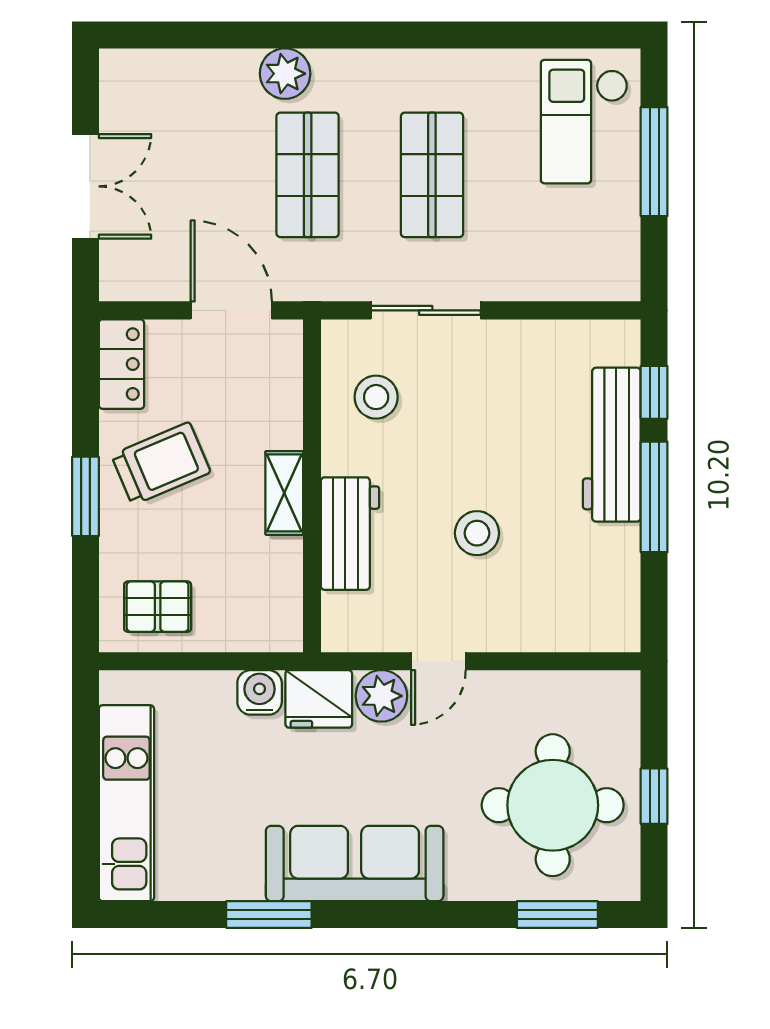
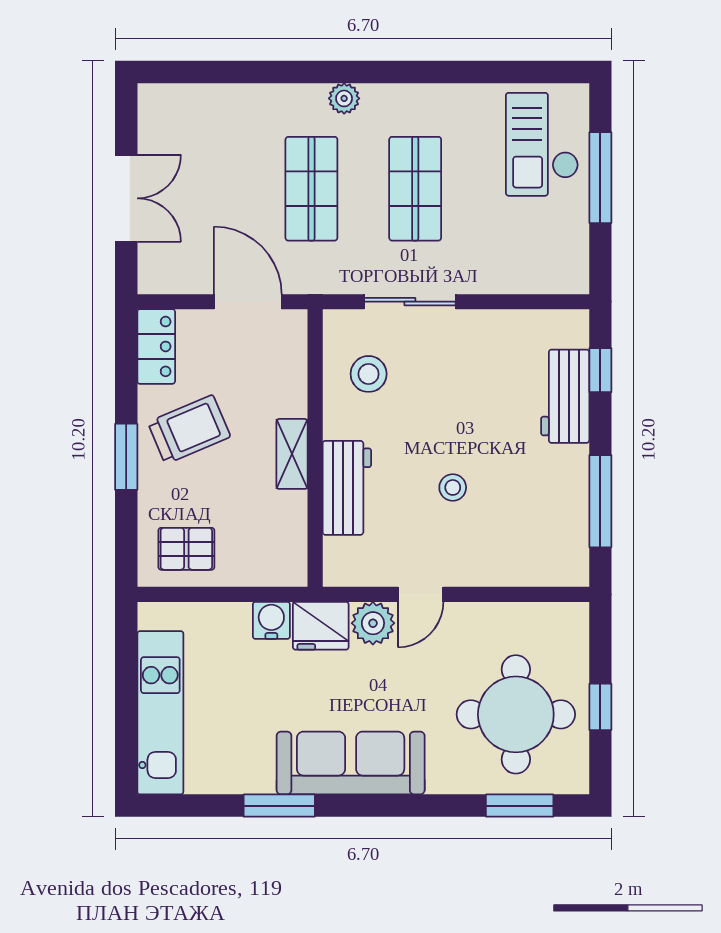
plant: (285, 74) -> (344, 98), moved, width x0.73, depth x0.73
workbench: (612, 445) -> (565, 396), width x0.73
window: (654, 497) -> (600, 501), moved
stool: (477, 533) -> (453, 487), width x0.73, depth x0.73

